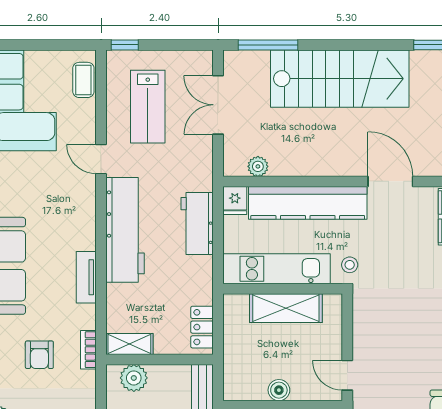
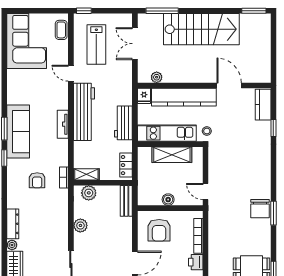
workbench: (197, 223) -> (123, 123), moved
tv unit: (86, 277) -> (63, 124), moved

